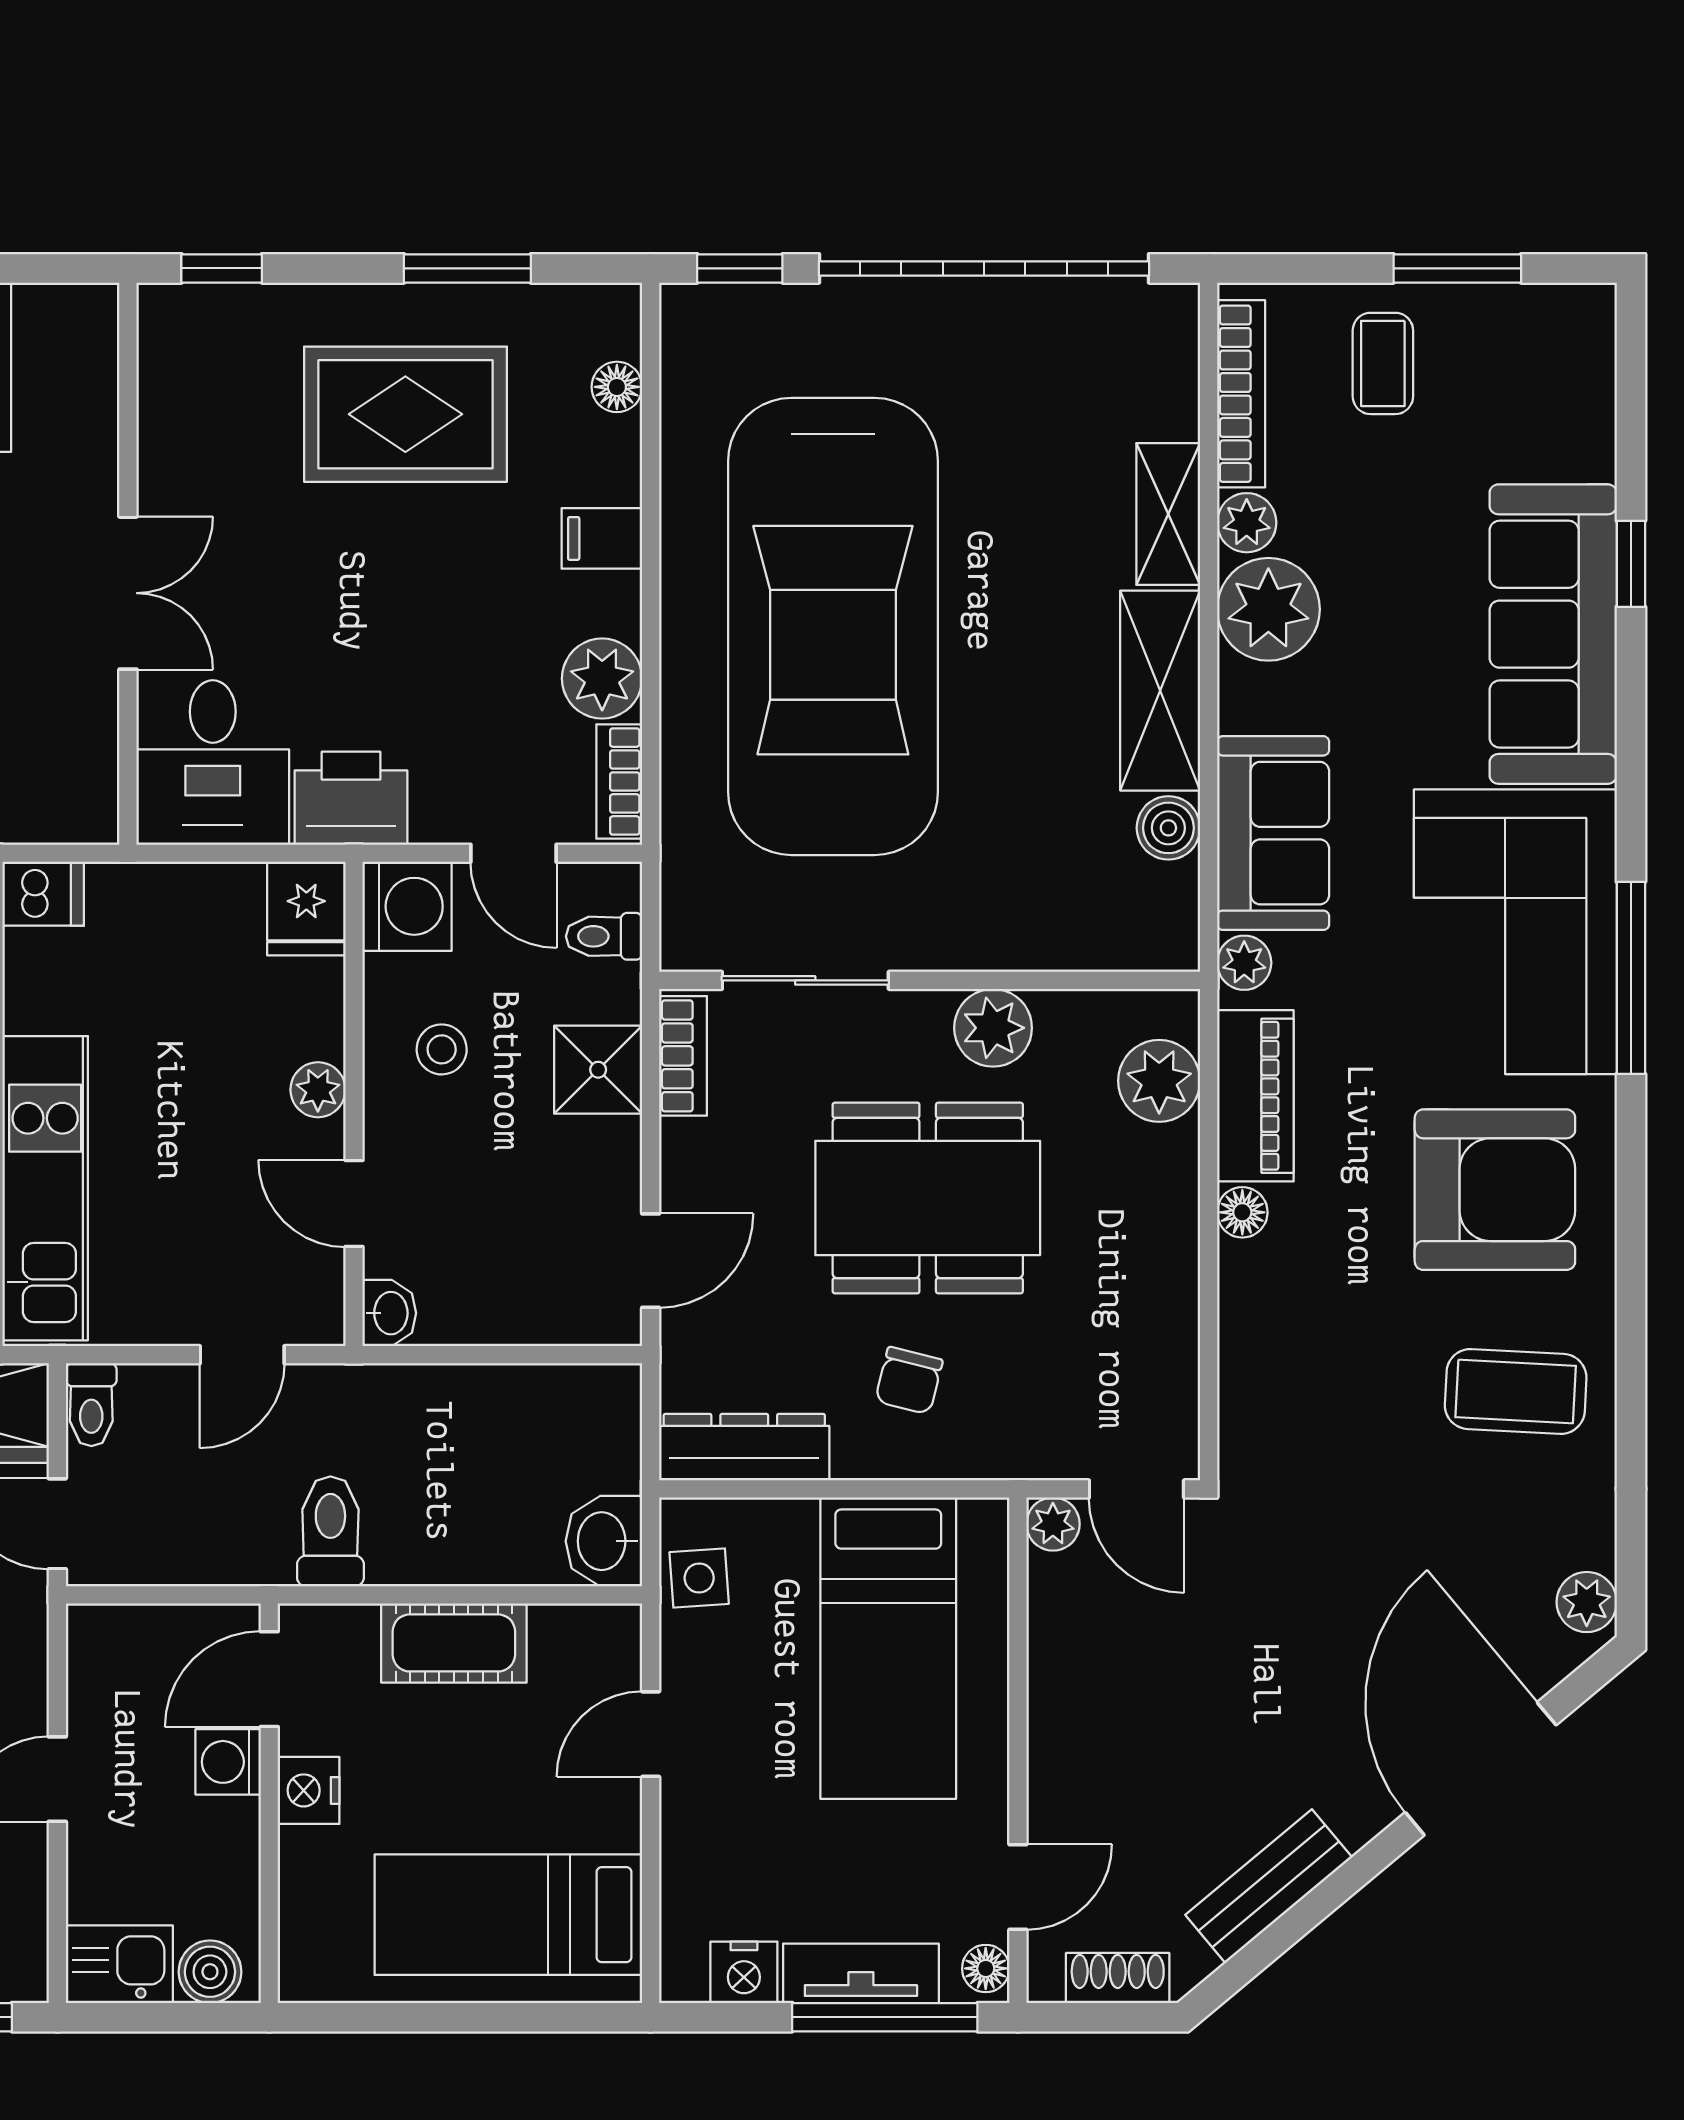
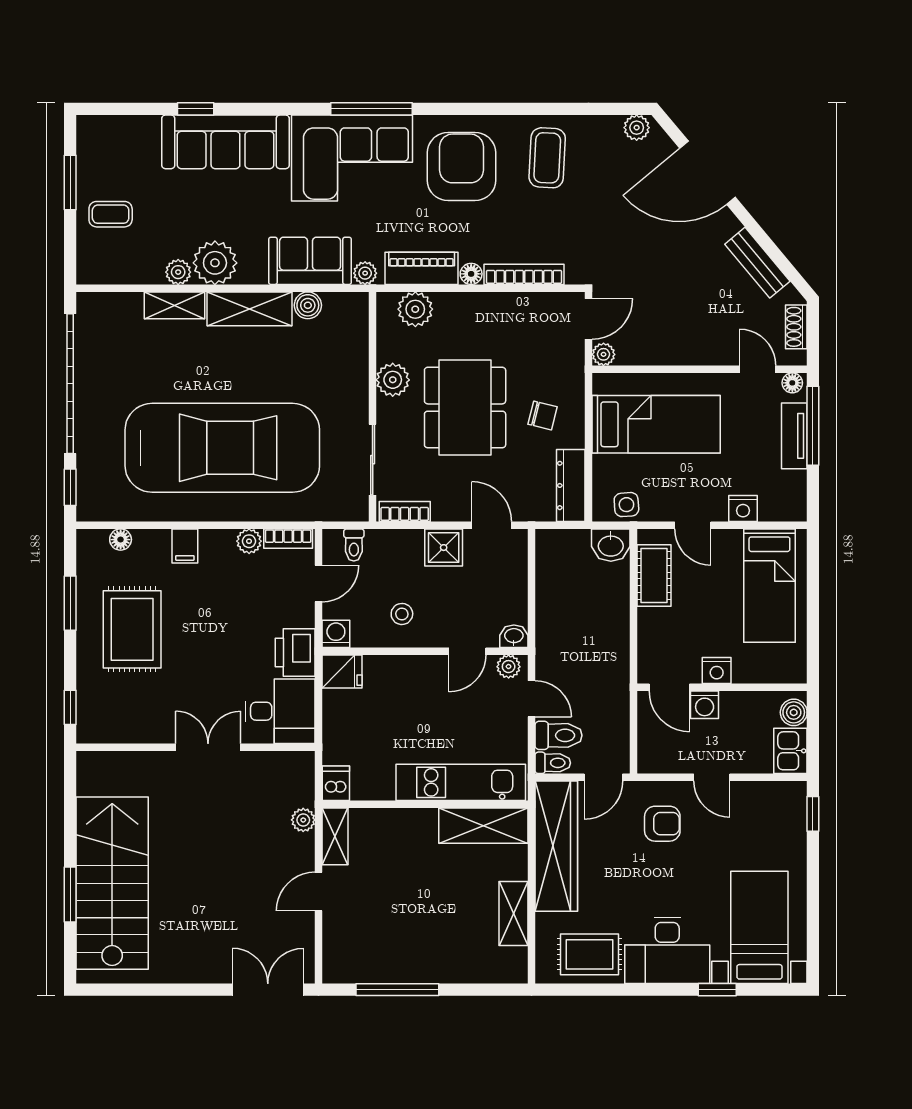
bookcase: (1241, 394) -> (524, 274), moved
plant: (602, 679) -> (249, 541), width x0.73, depth x0.73
washing machine: (407, 906) -> (336, 634), width x0.73, depth x0.73
shower: (598, 1070) -> (444, 548), moved
plant: (318, 1090) -> (509, 667), moved
toilet: (330, 1531) -> (559, 735), moved, turned 180
cot: (454, 1643) -> (654, 575), moved
nightstand: (744, 1972) -> (743, 509), moved, turned 90

